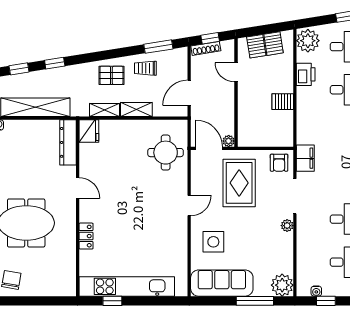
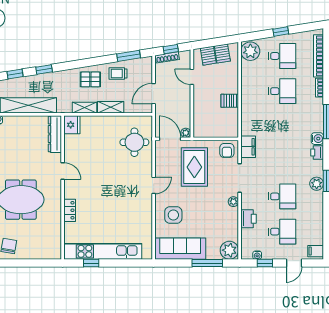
printer: (306, 74) -> (248, 219), moved

